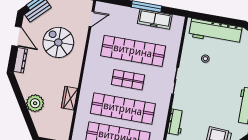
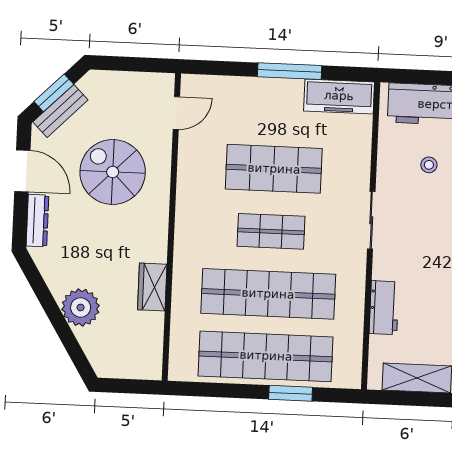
freezer: (155, 19) -> (339, 96), moved
shop shelf: (133, 51) -> (274, 169), width x0.71

